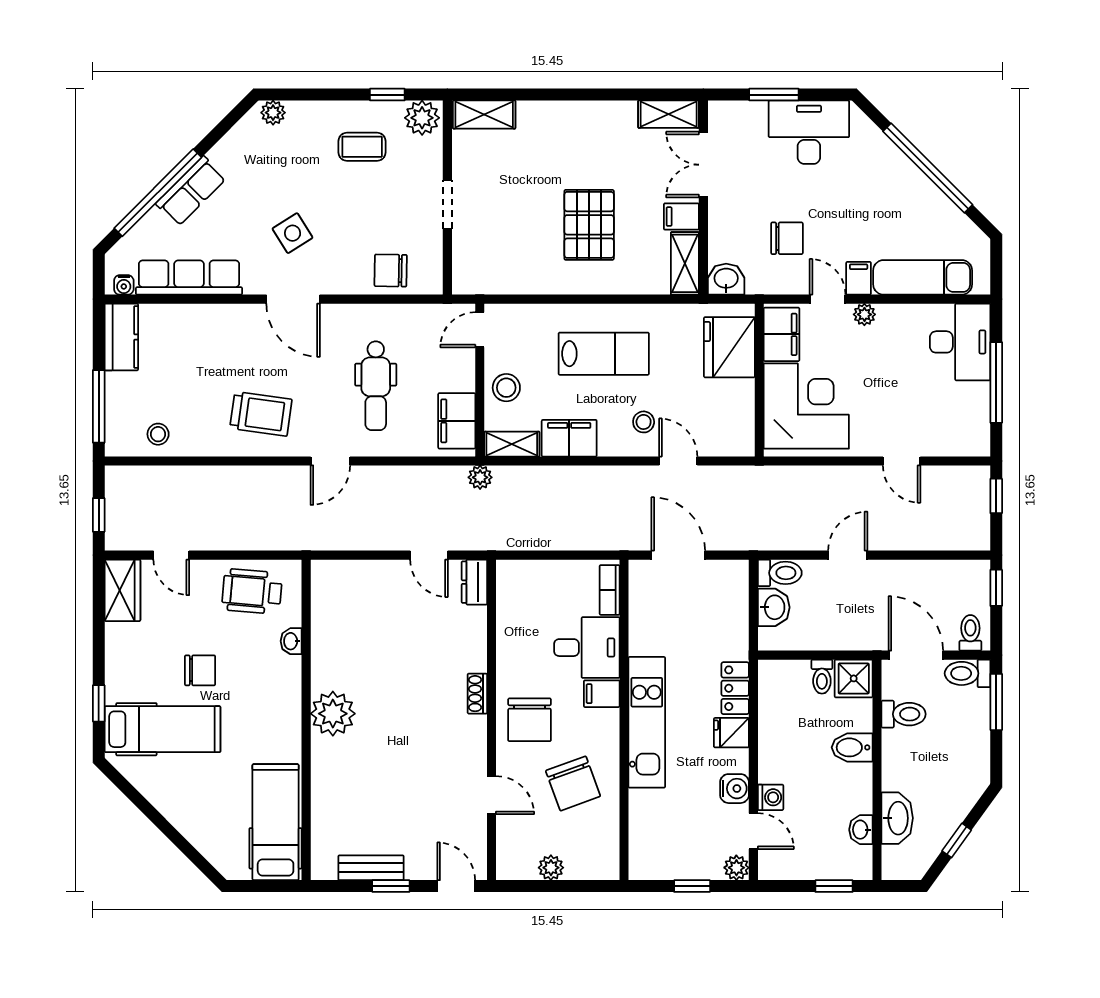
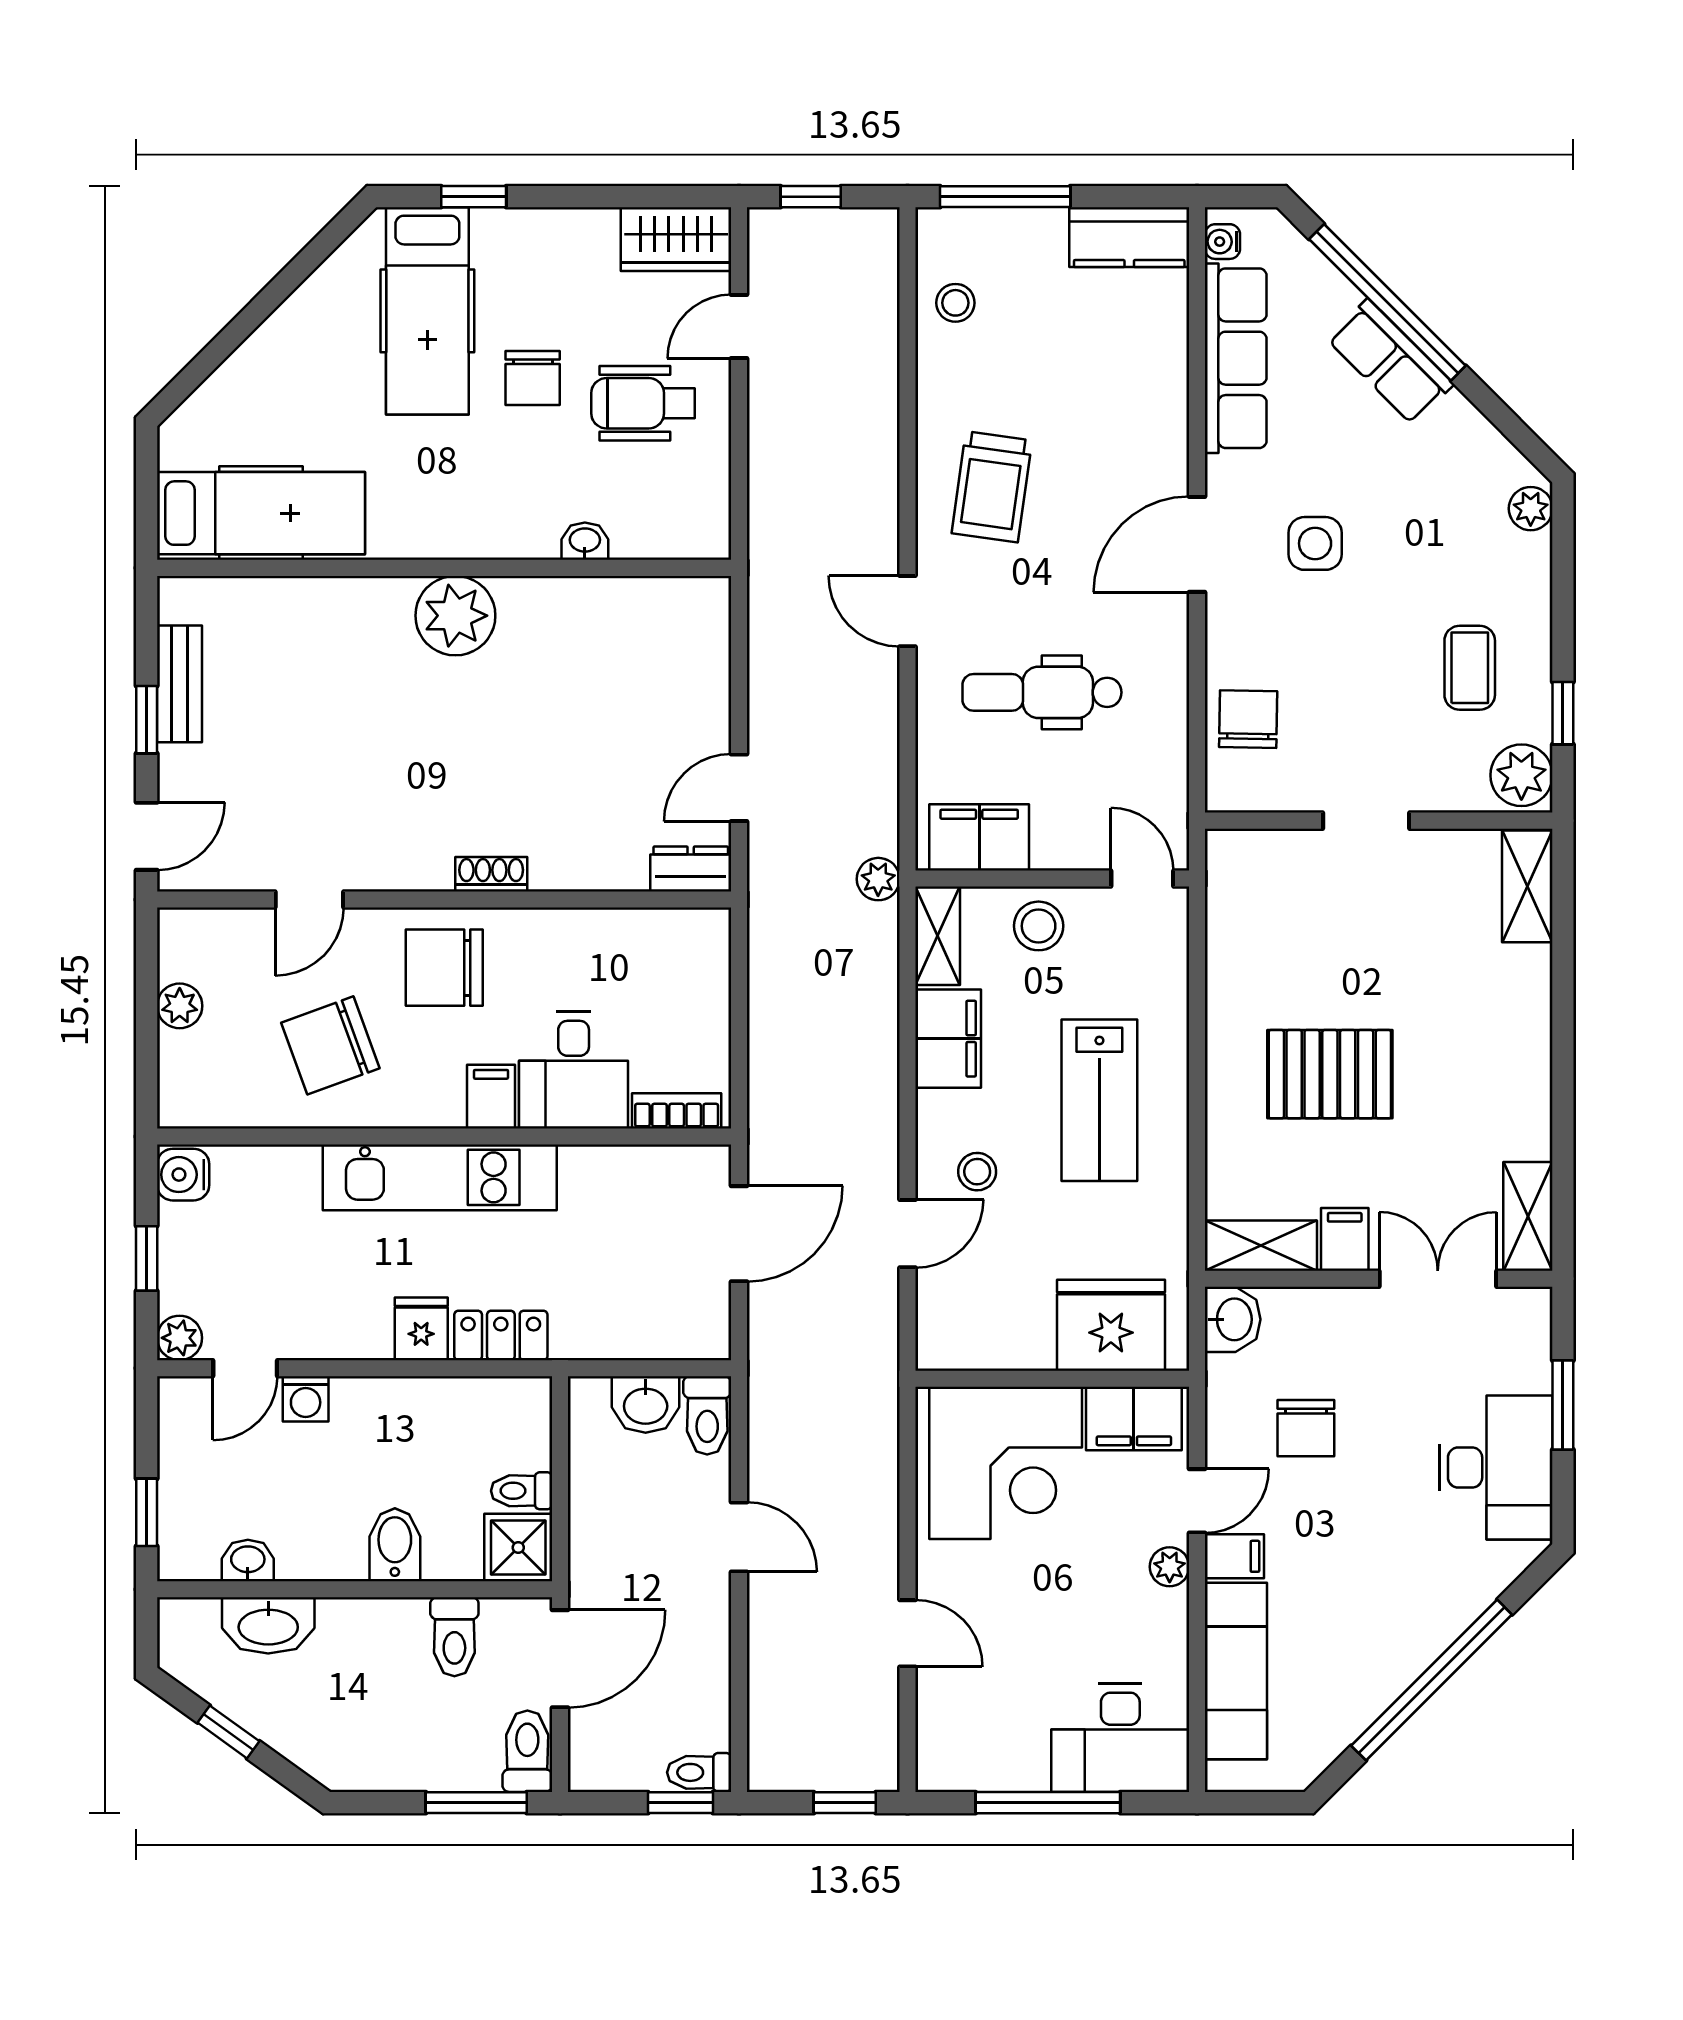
side table: (293, 233) -> (1315, 543), turned 32
door: (902, 461) -> (907, 1633), swing flipped
wheelchair: (252, 591) -> (643, 403), moved, turned -95
toilet: (970, 633) -> (699, 1772), moved, turned 180
water cooler: (735, 789) -> (183, 1175), moved, turned 90

